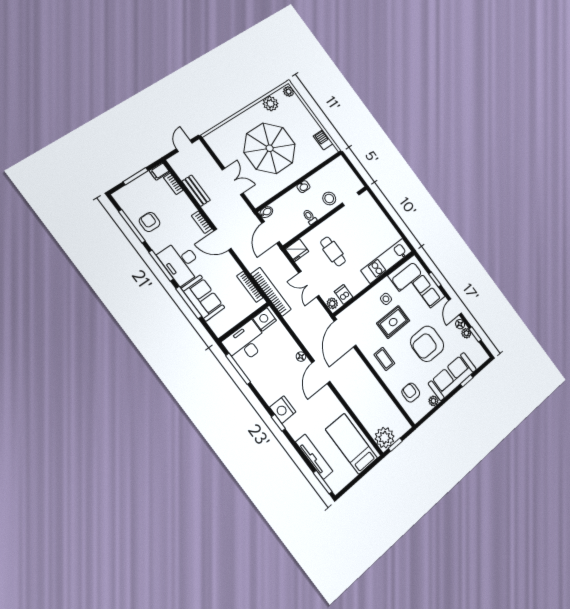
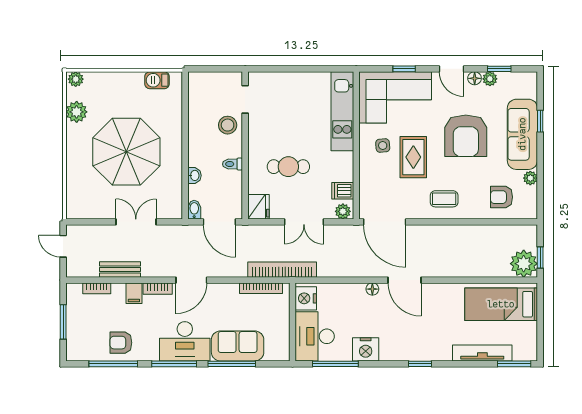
filing cabinet: (159, 171) -> (134, 293), moved
washbasin: (303, 187) -> (194, 175), moved
nightstand: (283, 410) -> (366, 349), moved

